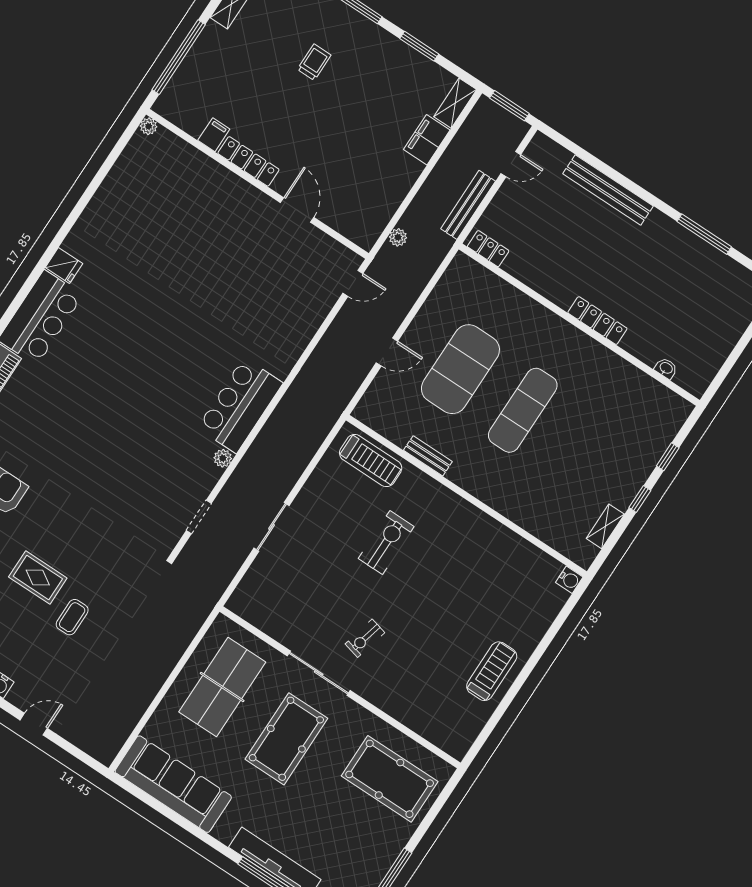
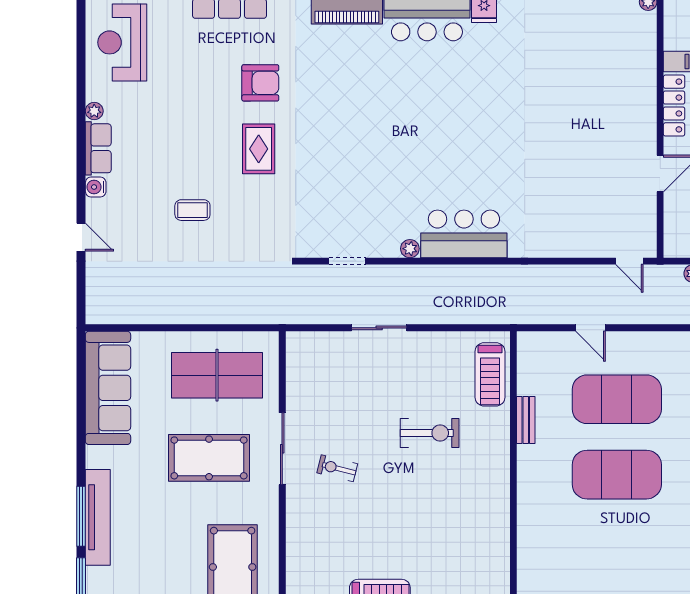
exercise mat: (523, 410) -> (617, 475), width x1.47
rug: (38, 577) -> (259, 149), moved

